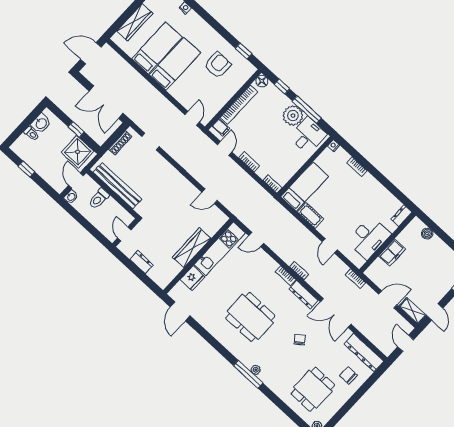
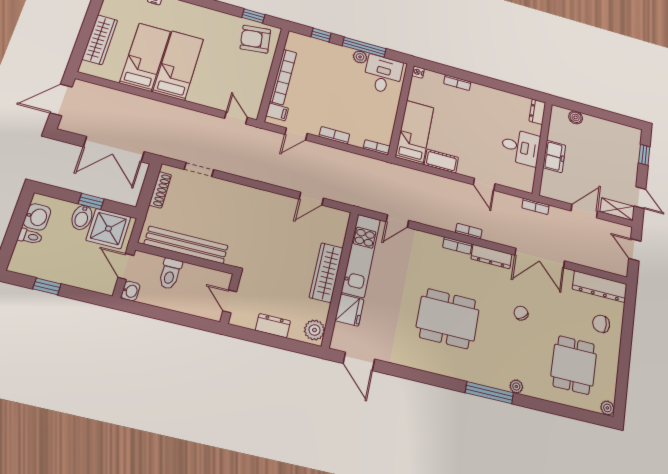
armchair: (218, 65) -> (255, 39), moved, turned -97
floor lamp: (262, 81) -> (294, 39), removed
plant: (293, 116) -> (360, 57), width x0.53, depth x0.53
bidet: (66, 137) -> (82, 217), added
door: (225, 148) -> (296, 134), swing flipped
desk: (369, 238) -> (521, 147), width x0.73
plant: (164, 278) -> (314, 330), added
plant: (256, 370) -> (516, 386), moved

